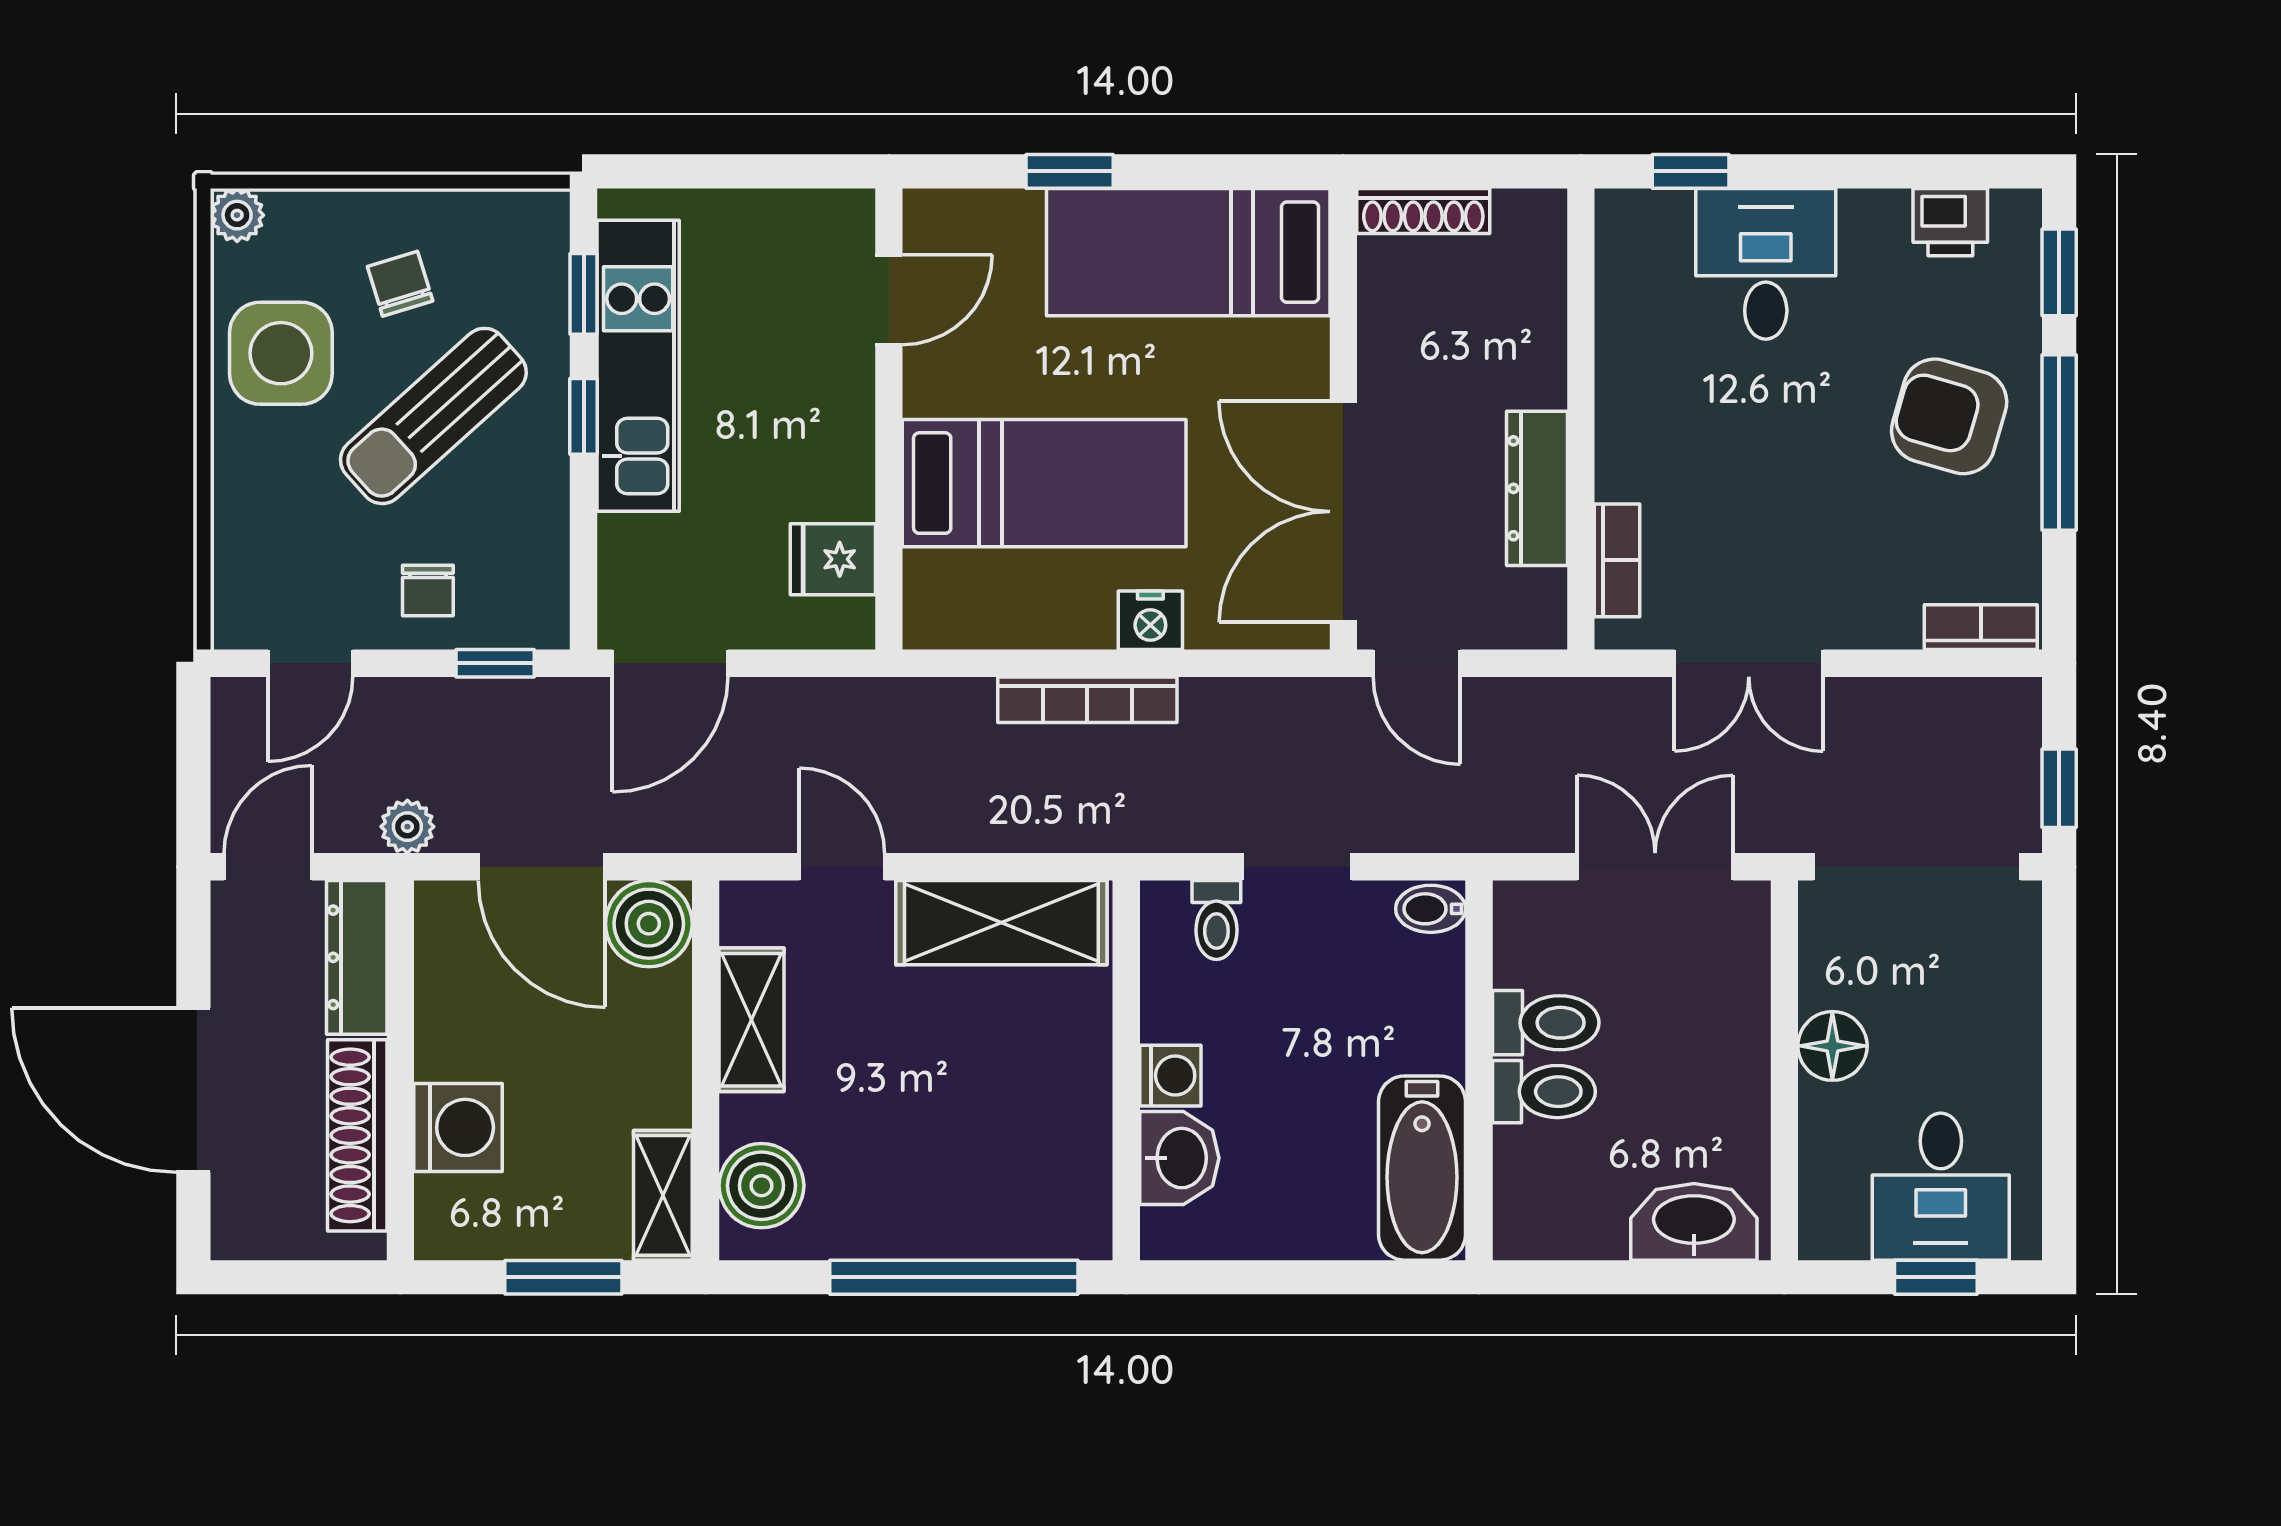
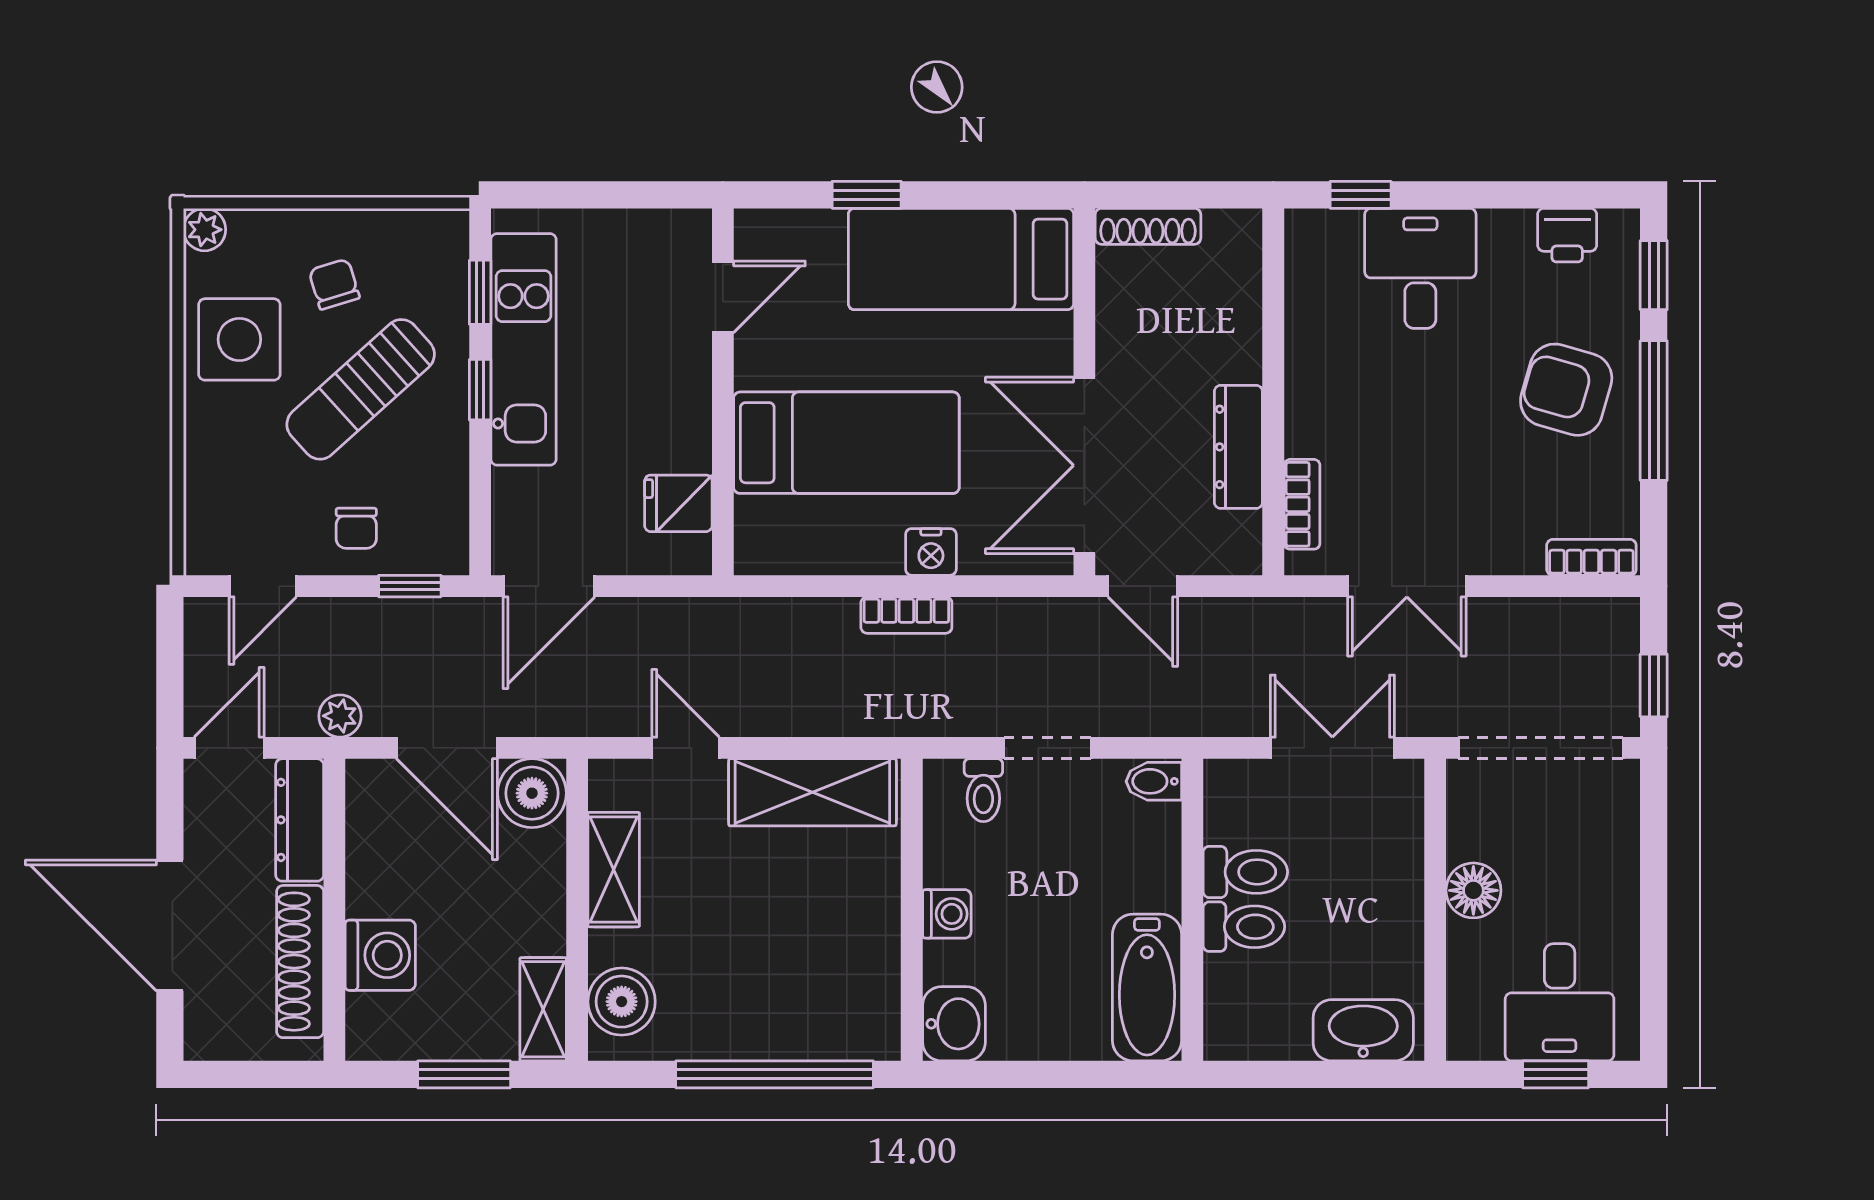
bookcase: (1087, 700) -> (906, 615), width x0.64
washbasin: (1179, 1158) -> (954, 1024), moved

